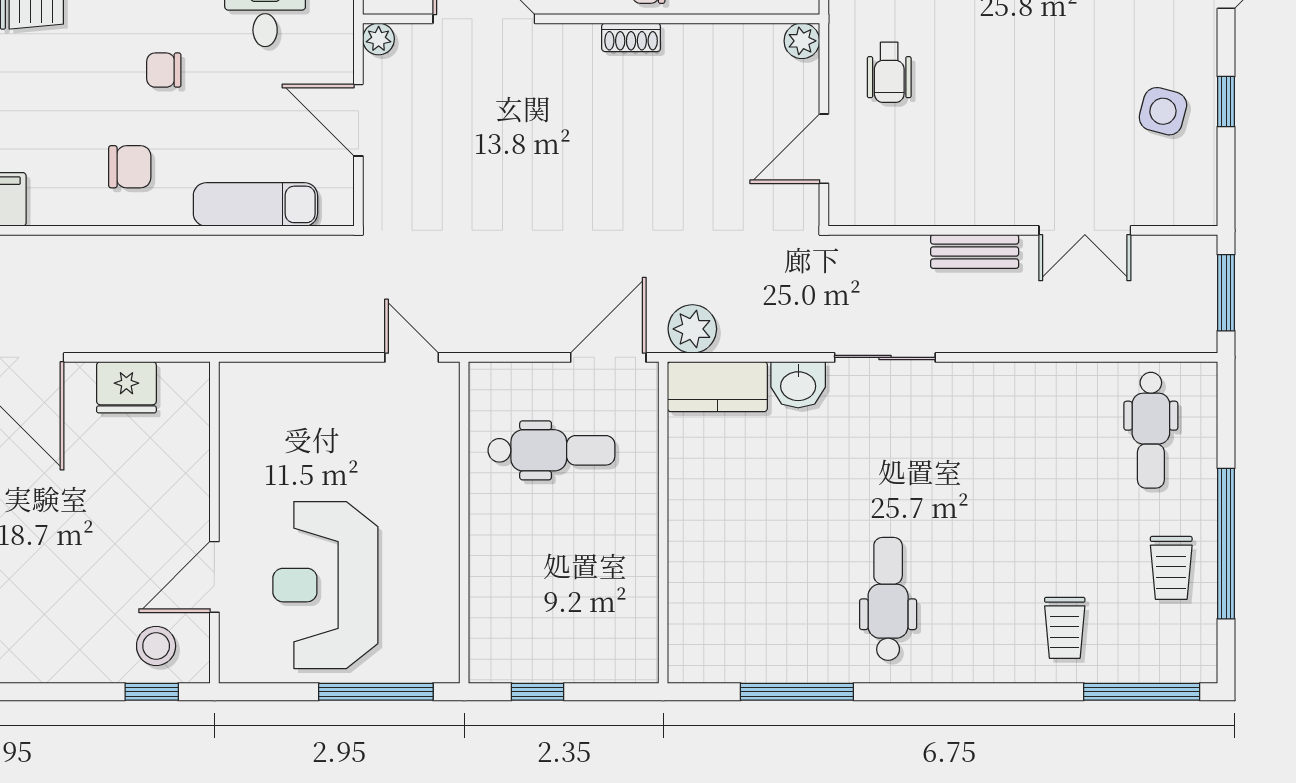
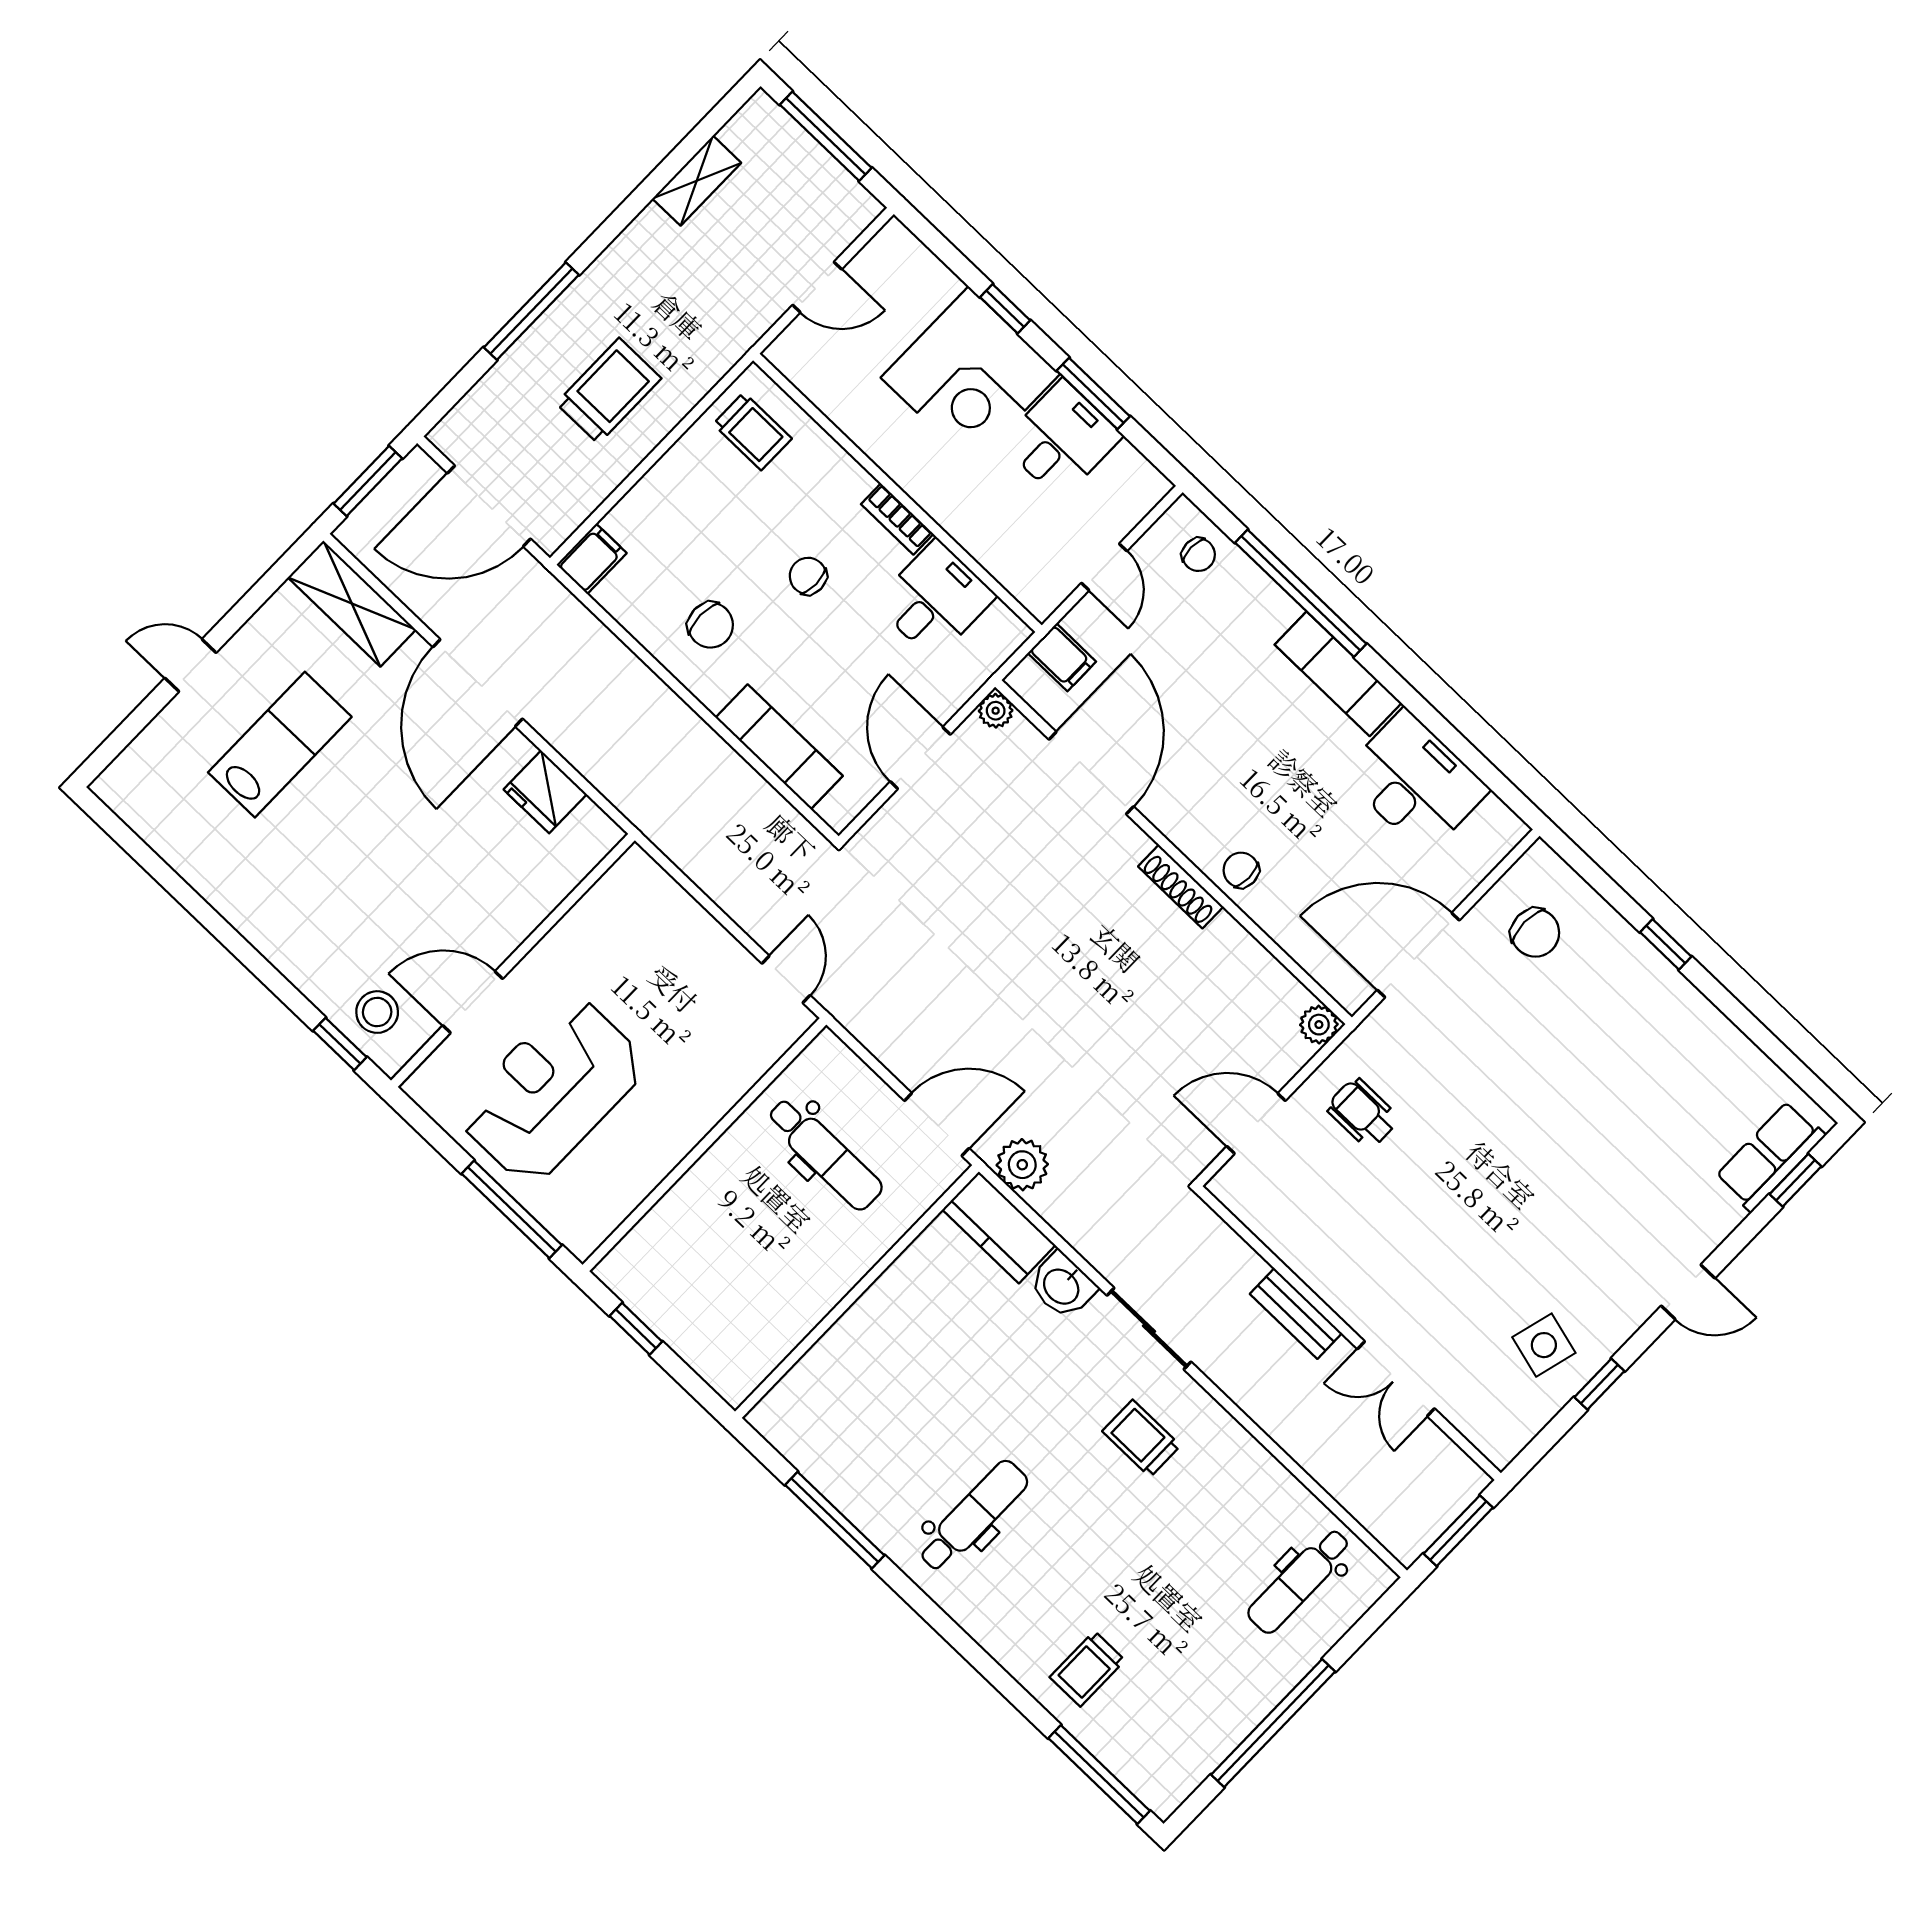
shoe rack: (631, 37) -> (1181, 887), width x1.43
wheelchair: (889, 72) -> (1363, 1113), turned 90
trolley: (1171, 568) -> (1141, 1438), moved, turned 90

